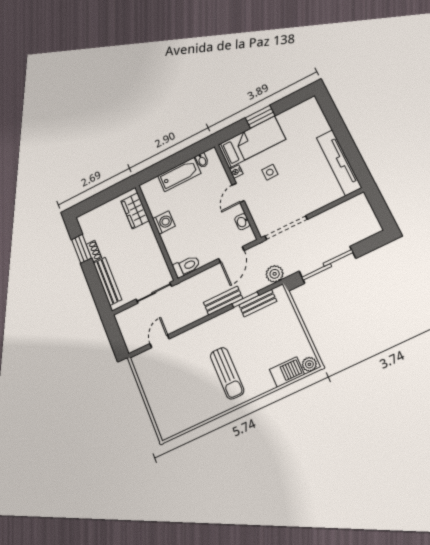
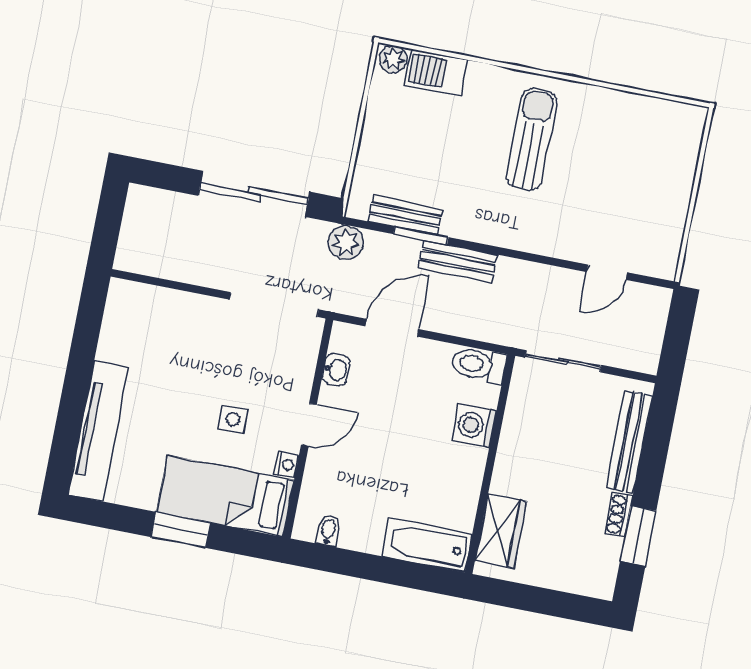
tv unit: (339, 163) -> (98, 430), moved
bathtub: (179, 174) -> (427, 545), moved
washing machine: (164, 222) -> (475, 425), moved

